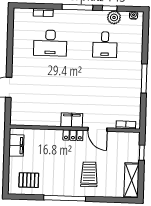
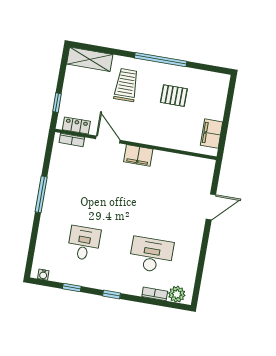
window: (77, 7) -> (111, 294), width x0.46
plant: (114, 17) -> (177, 294), moved
locker: (73, 135) -> (76, 126), moved
trolley: (89, 174) -> (126, 85), turned 180
pallet: (29, 180) -> (174, 96), moved
shelving: (132, 180) -> (90, 59), moved, turned 90

